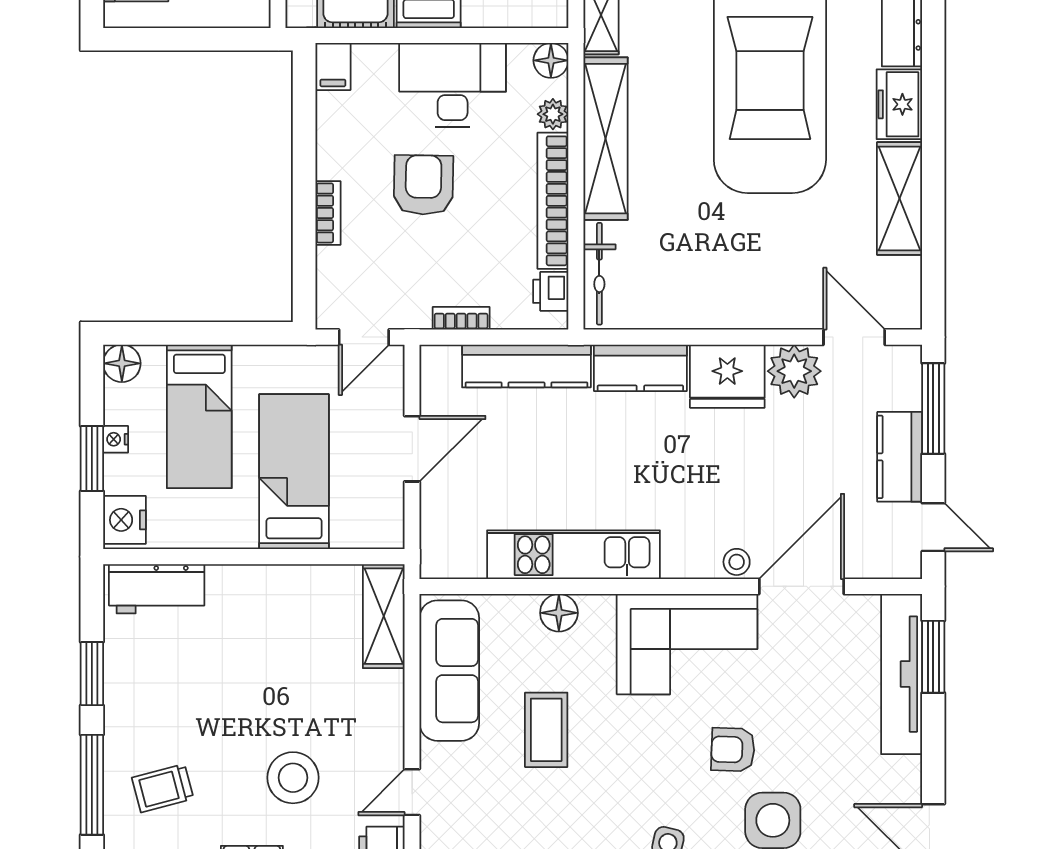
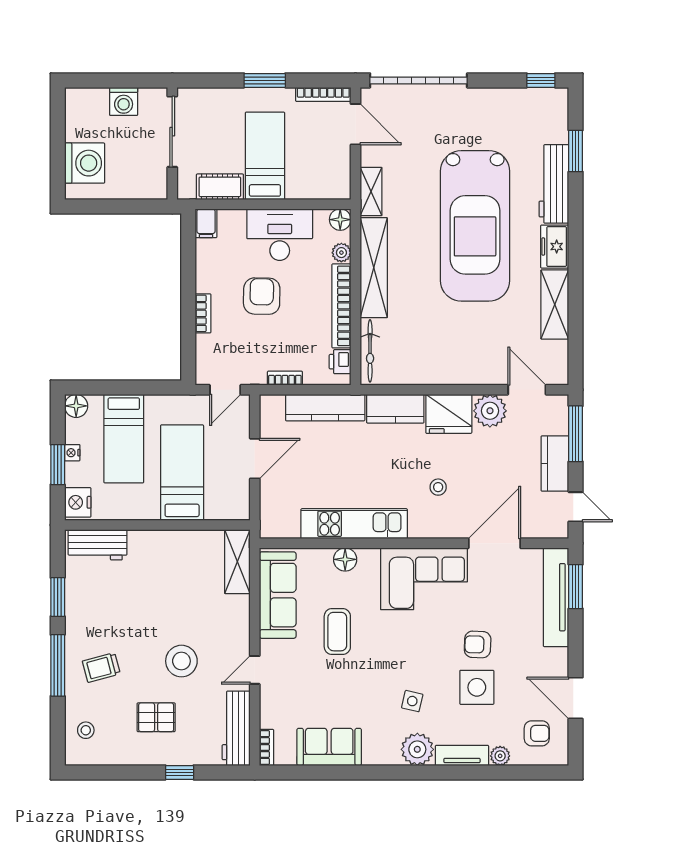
stool: (737, 562) -> (438, 487), moved
armchair: (733, 750) -> (478, 644), moved

